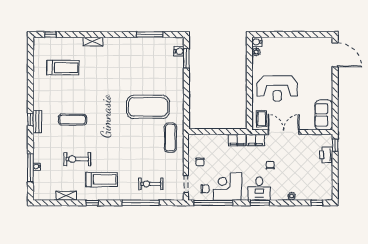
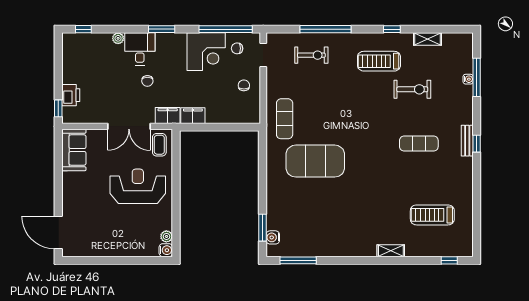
window: (150, 35) -> (298, 260), moved
desk: (259, 189) -> (140, 49), moved

